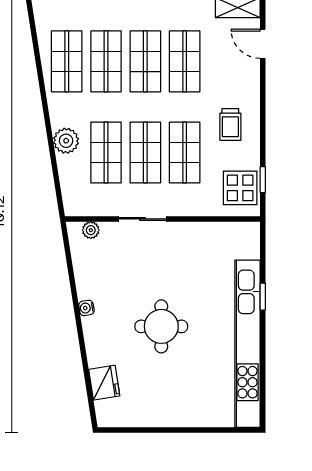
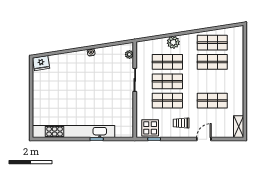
door: (263, 44) -> (204, 139), moved
shop shelf: (145, 61) -> (212, 81), removed
round table: (161, 326) -> (82, 89), removed
fridge: (104, 383) -> (41, 63), moved

